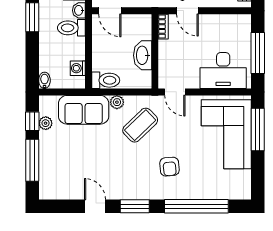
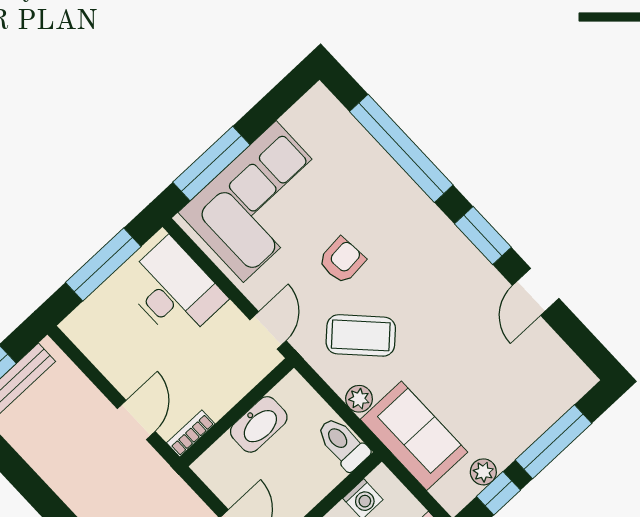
armchair: (169, 167) -> (342, 260), moved

